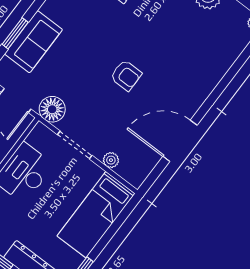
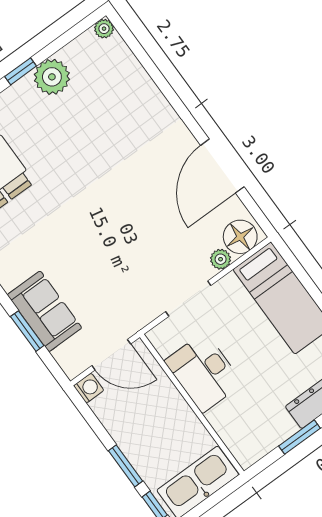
armchair: (126, 75) -> (121, 209), removed
floor lamp: (52, 109) -> (240, 237), moved

